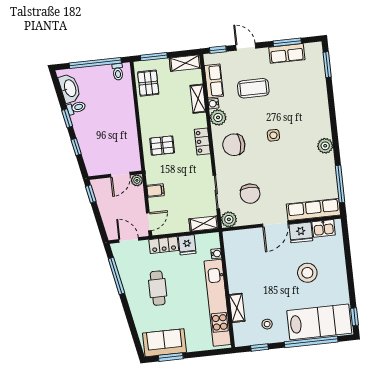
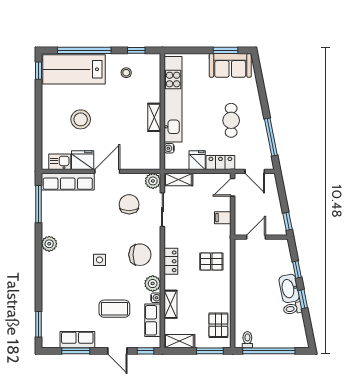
washbasin: (70, 88) -> (289, 288), moved
plant: (137, 180) -> (240, 230), removed
shelving: (237, 308) -> (154, 117), moved

